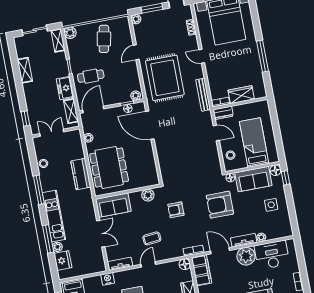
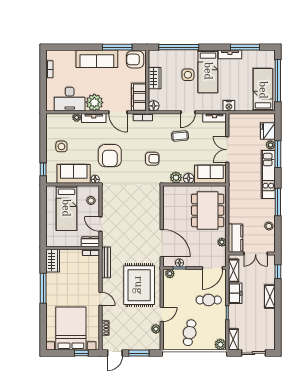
plant: (136, 19) -> (156, 329), moved
shelving: (25, 70) -> (270, 297), moved
wardrobe: (241, 95) -> (53, 261), moved, turned -90
floor lamp: (276, 170) -> (189, 178), moved
kitchen counter: (81, 174) -> (235, 238), moved
armchair: (220, 205) -> (110, 156), turned 90

